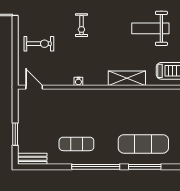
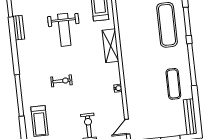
exercise bike: (81, 25) -> (62, 81), moved
bench: (32, 159) -> (190, 117), width x1.36

